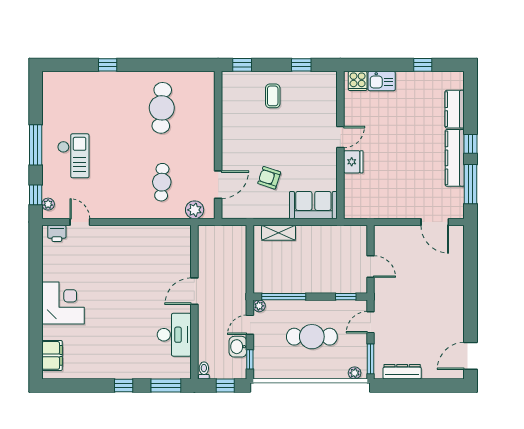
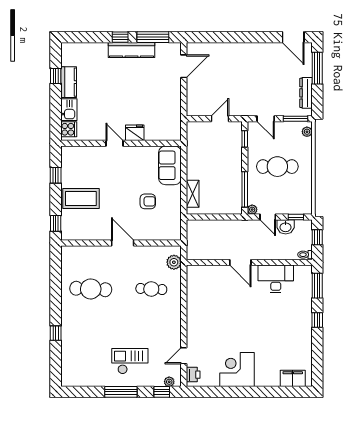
coffee table: (273, 96) -> (81, 198), width x1.86, depth x1.72
kitchen counter: (455, 109) -> (69, 82), moved, turned -90
armchair: (269, 178) -> (148, 201), turned -108
door: (218, 185) -> (123, 243), moved
corner desk: (63, 303) -> (237, 370), moved
cafe table: (312, 337) -> (277, 167), turned 90
window: (433, 386) -> (317, 68), added

